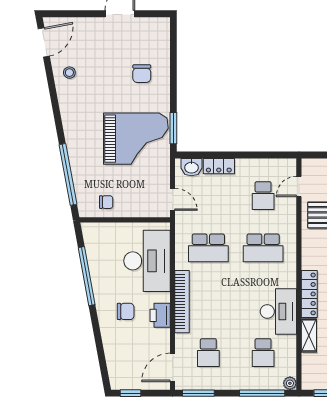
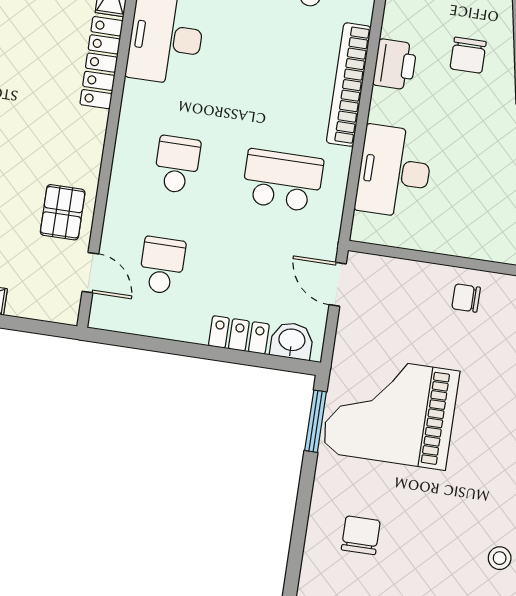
door: (299, 186) -> (90, 273), hinge flipped
school desk: (263, 248) -> (177, 165), width x0.54
desk: (147, 261) -> (394, 172), width x0.73, depth x0.77
chair: (126, 311) -> (468, 55), moved, turned -90

